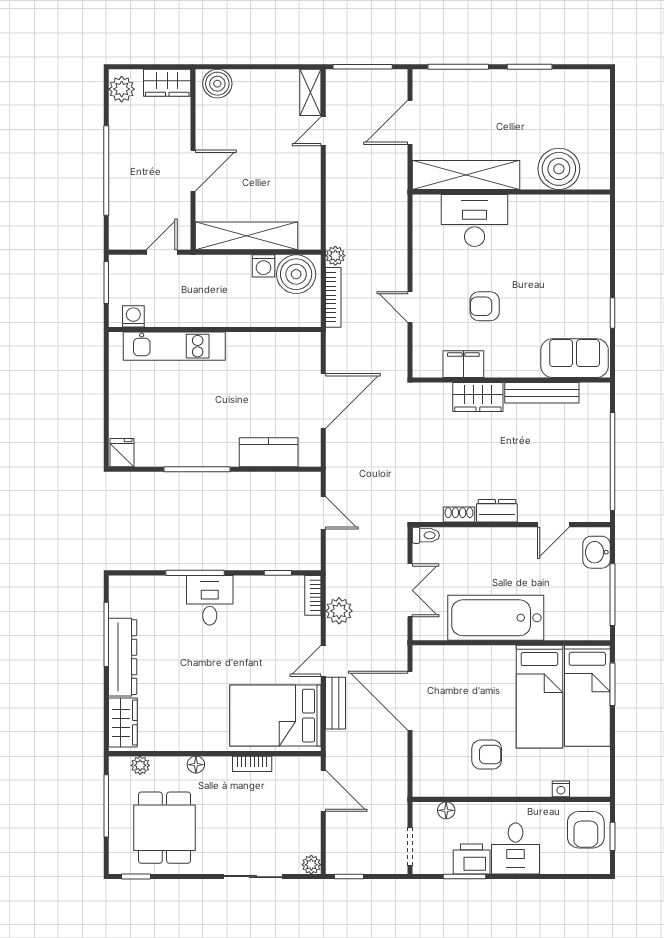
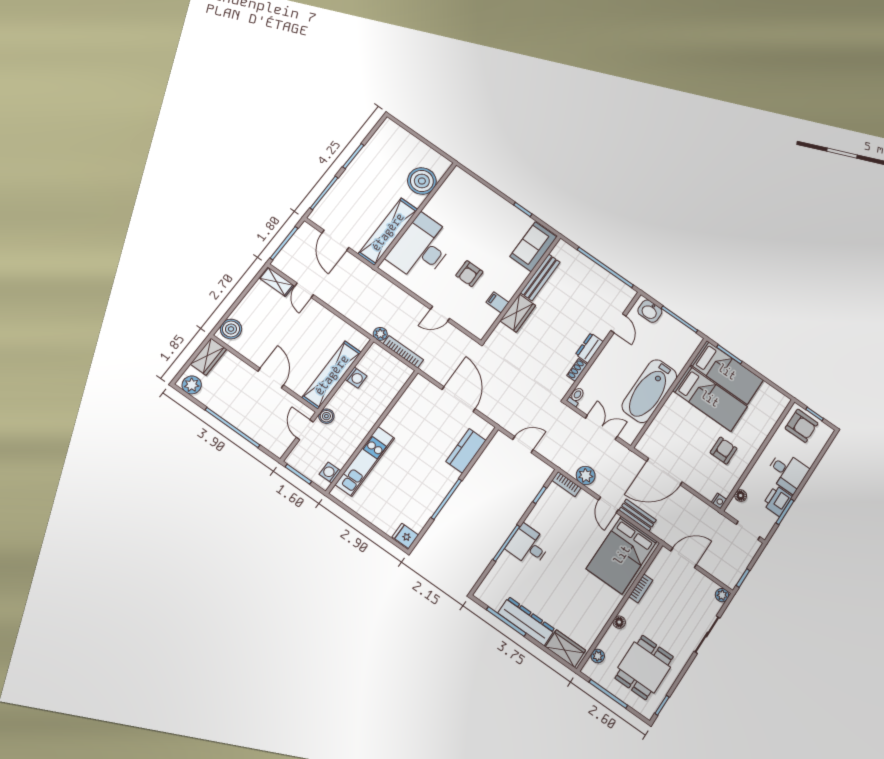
desk: (475, 220) -> (421, 248), width x1.36, depth x1.30
boiler: (296, 274) -> (326, 416), moved, width x0.54, depth x0.54
filing cabinet: (463, 364) -> (498, 302), width x0.50
nightstand: (561, 789) -> (719, 501), moved
dining table: (164, 828) -> (644, 667), turned 90

